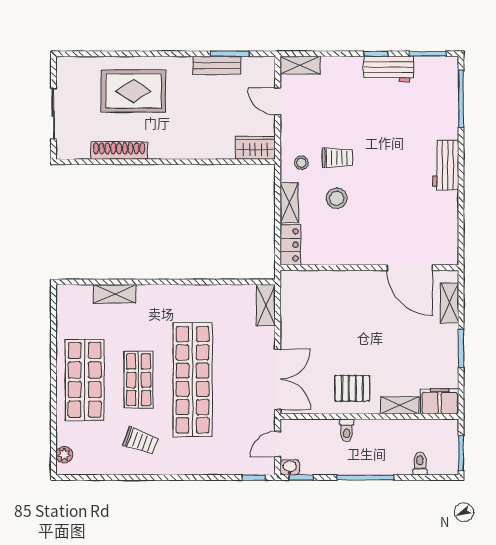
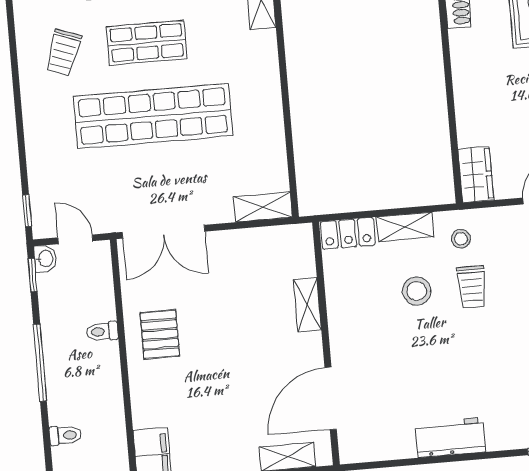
workbench: (446, 165) -> (451, 437), moved
shelving: (400, 405) -> (307, 305), moved

